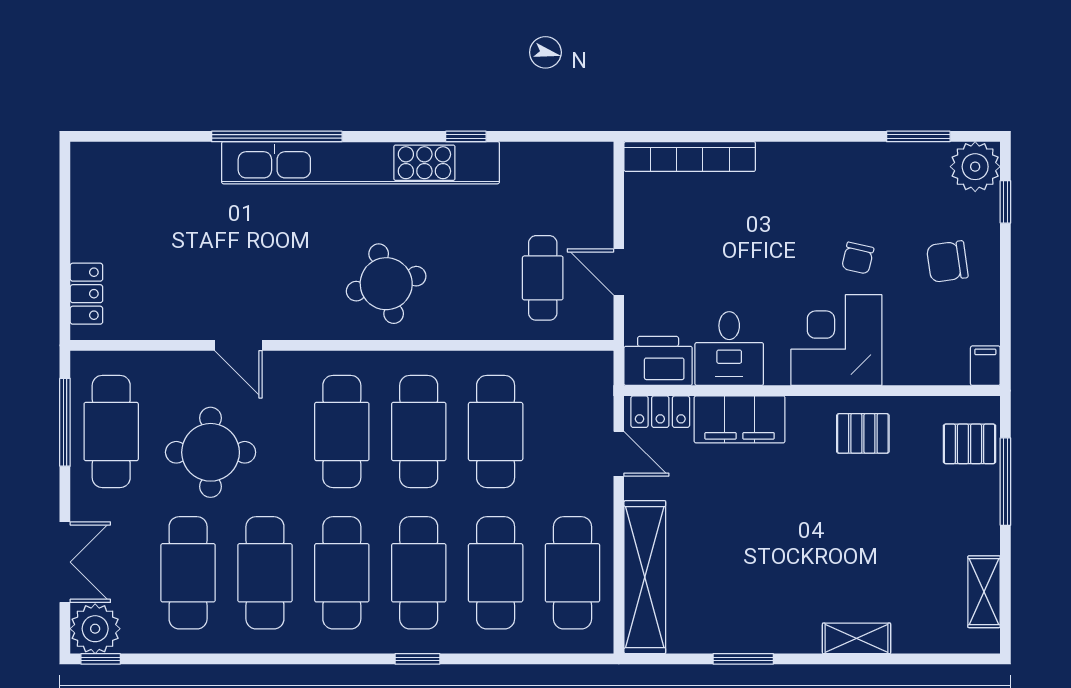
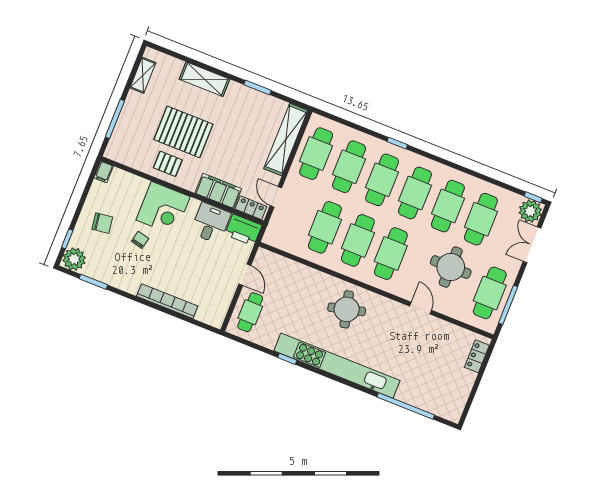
window: (277, 136) -> (406, 406), moved
bookcase: (690, 157) -> (167, 301), moved
cafe table: (543, 278) -> (250, 312), moved
pallet: (969, 444) -> (183, 132), moved, width x2.05, depth x2.00
shelving: (857, 638) -> (205, 79), width x1.50, depth x1.33

